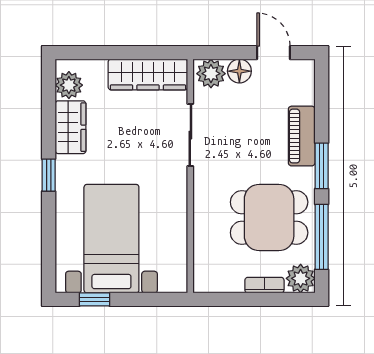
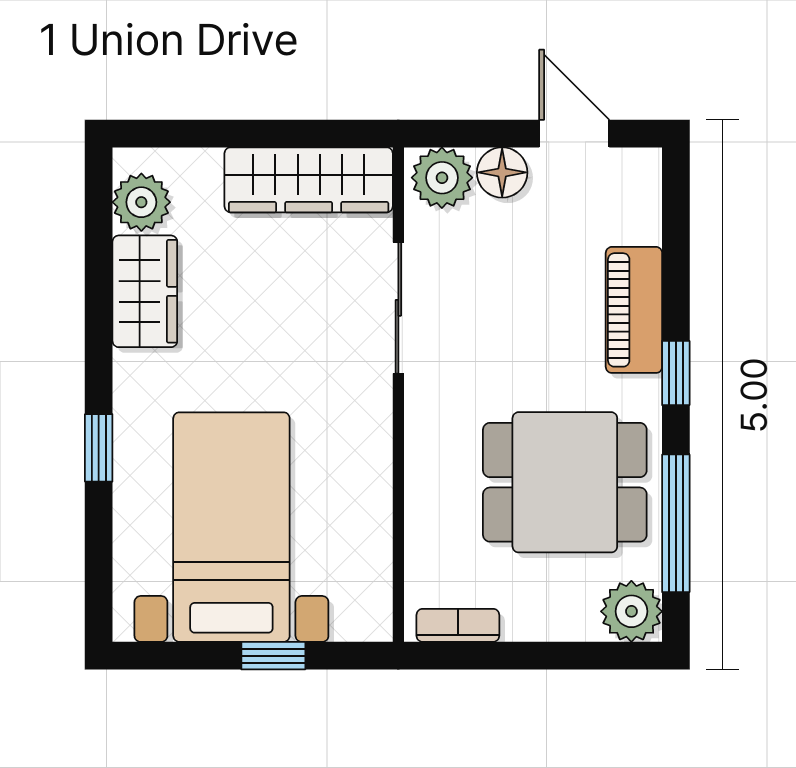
window: (322, 166) -> (676, 373), width x0.67
window: (49, 175) -> (99, 448), moved
bookcase: (264, 285) -> (458, 625), moved
window: (94, 299) -> (273, 656), moved

